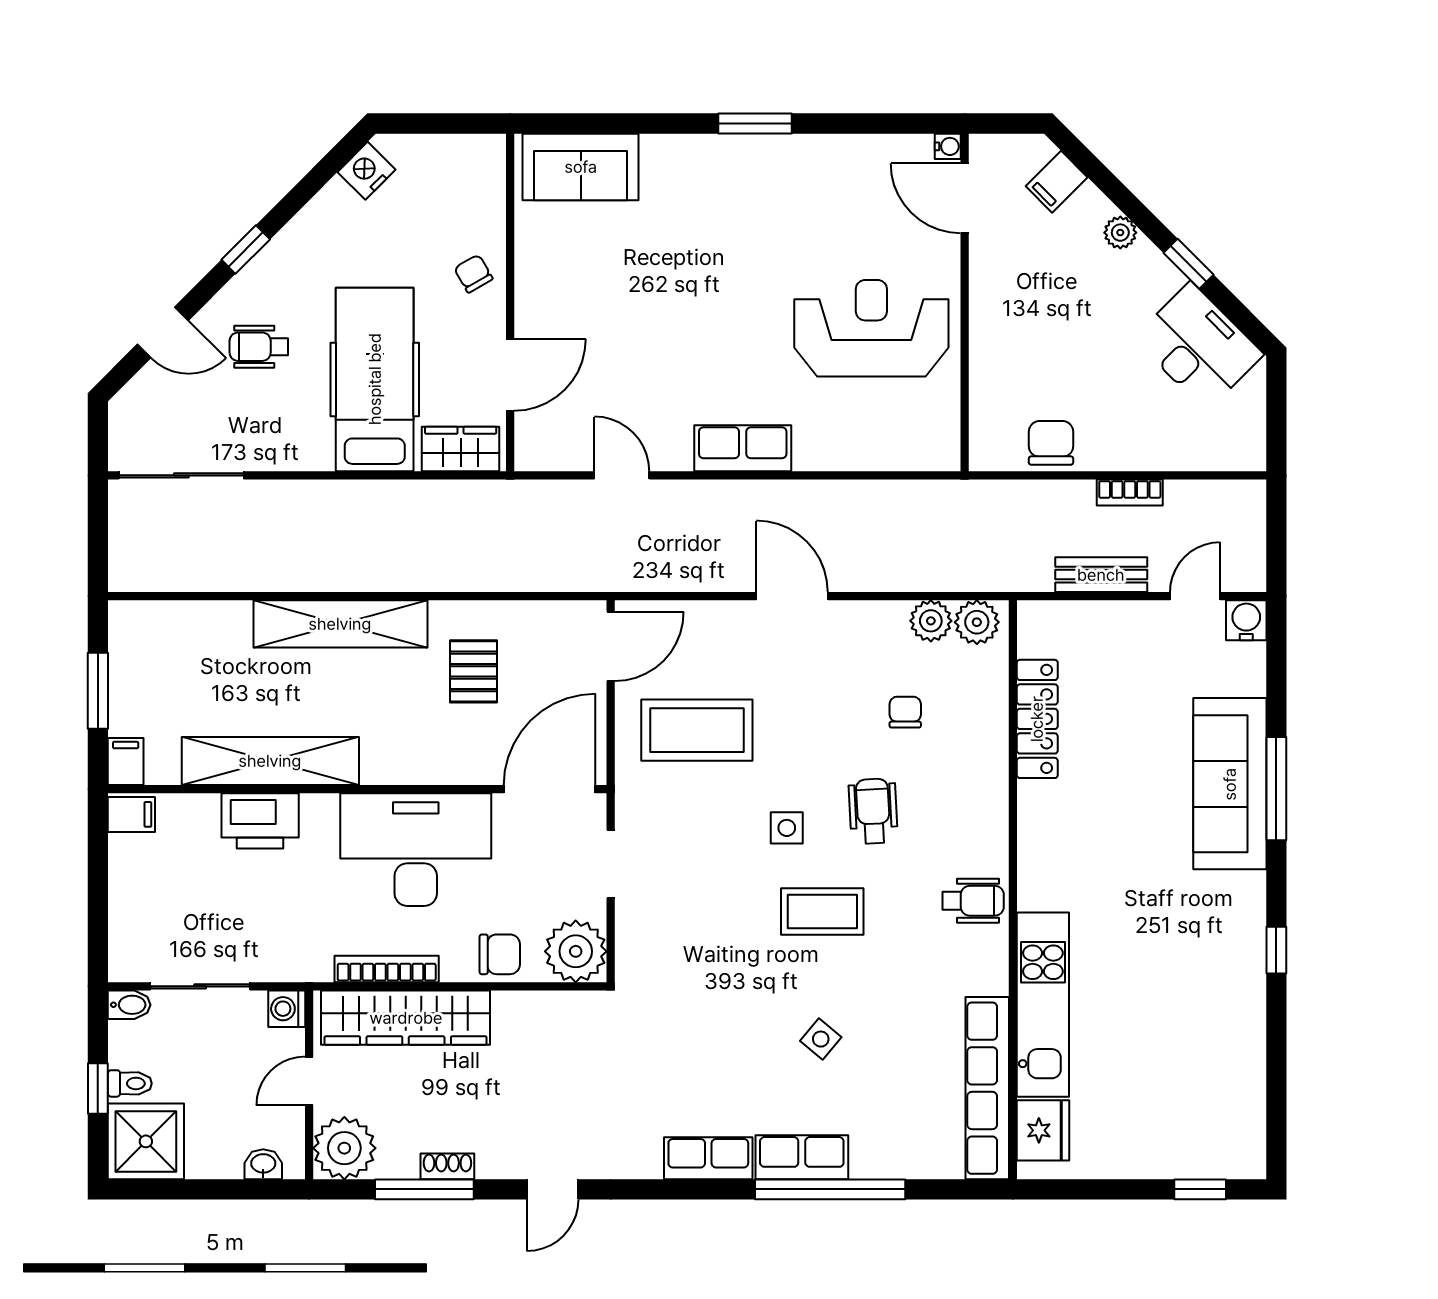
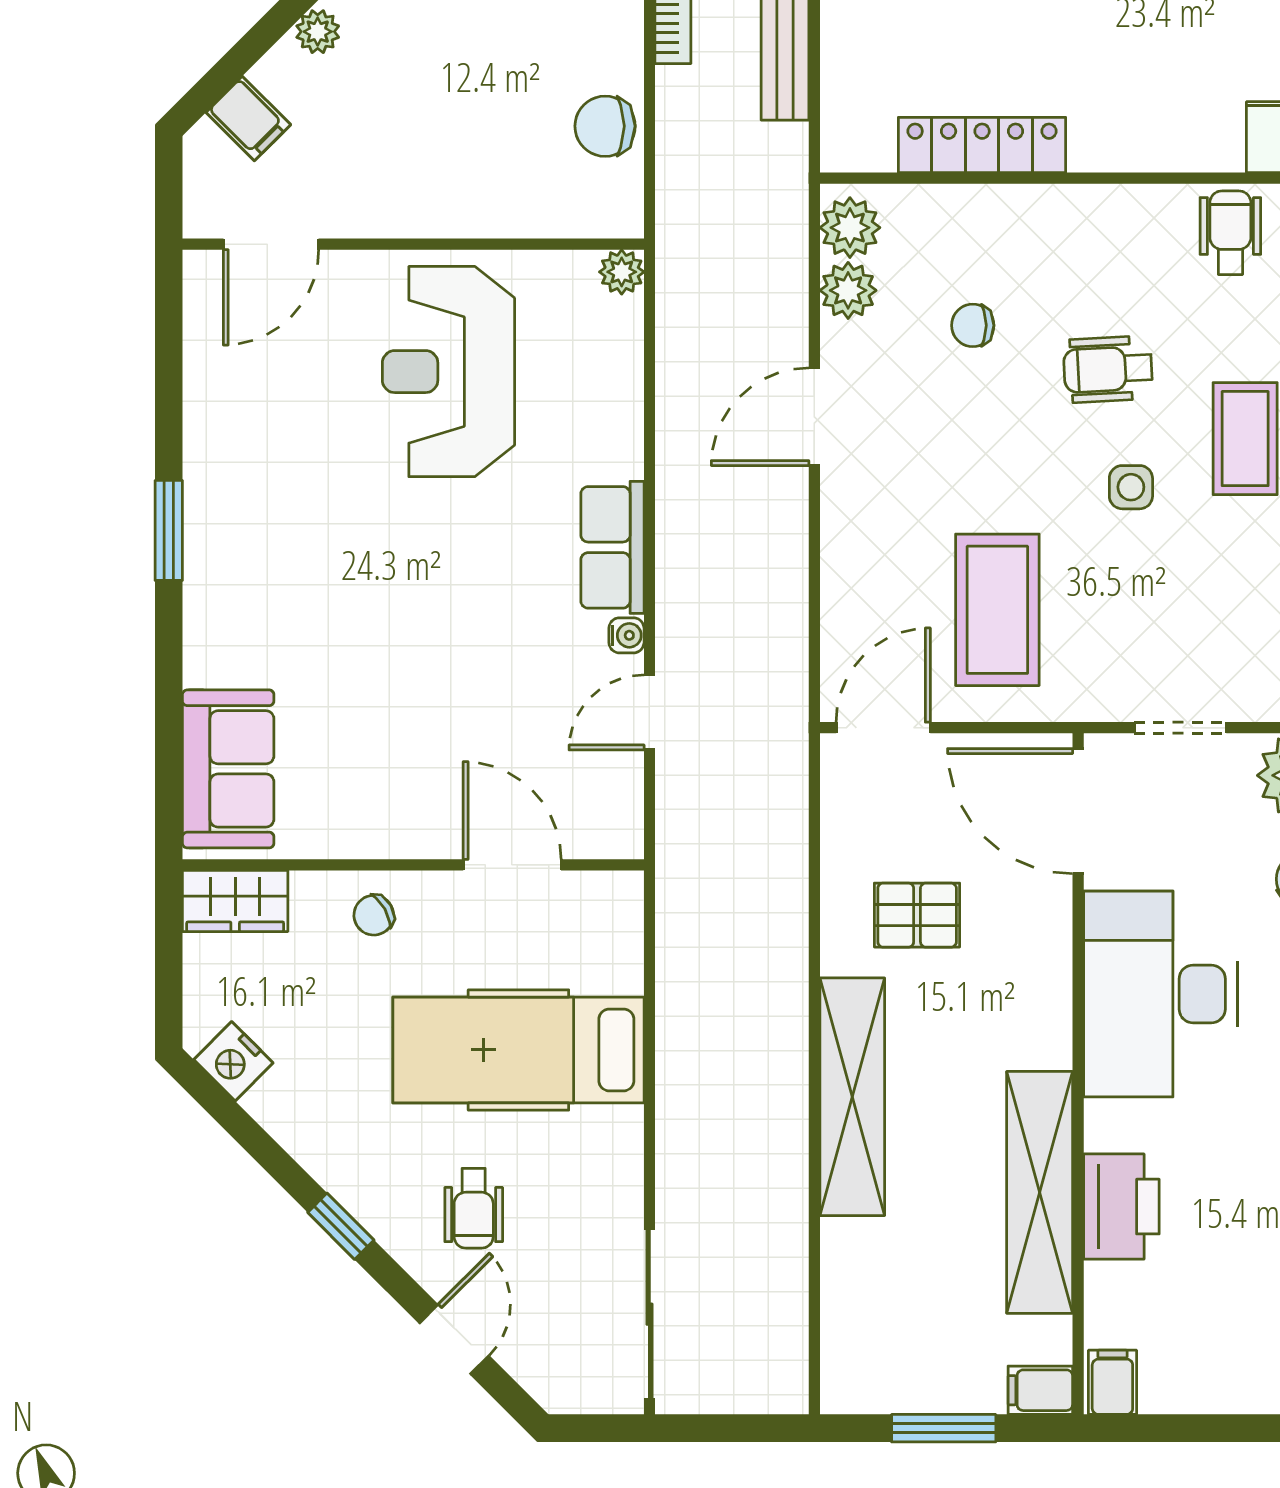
water cooler: (948, 146) -> (626, 635), moved, turned 90
wardrobe: (461, 449) -> (235, 901), moved, turned -90
plant: (944, 455) -> (622, 272), added
door: (792, 596) -> (814, 417), moved
door: (611, 646) -> (883, 728), hinge flipped

